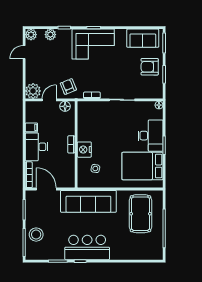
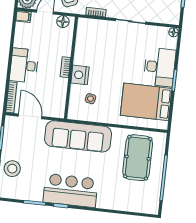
filing cabinet: (31, 127) -> (23, 16), moved

